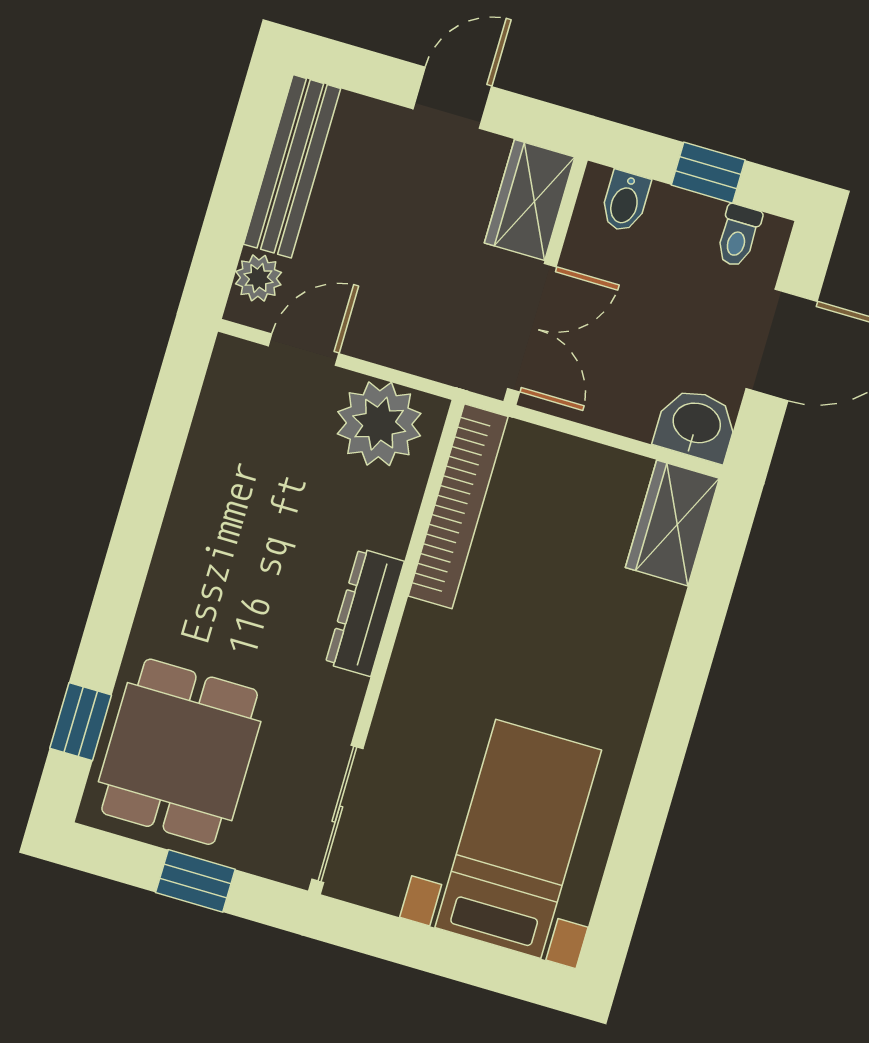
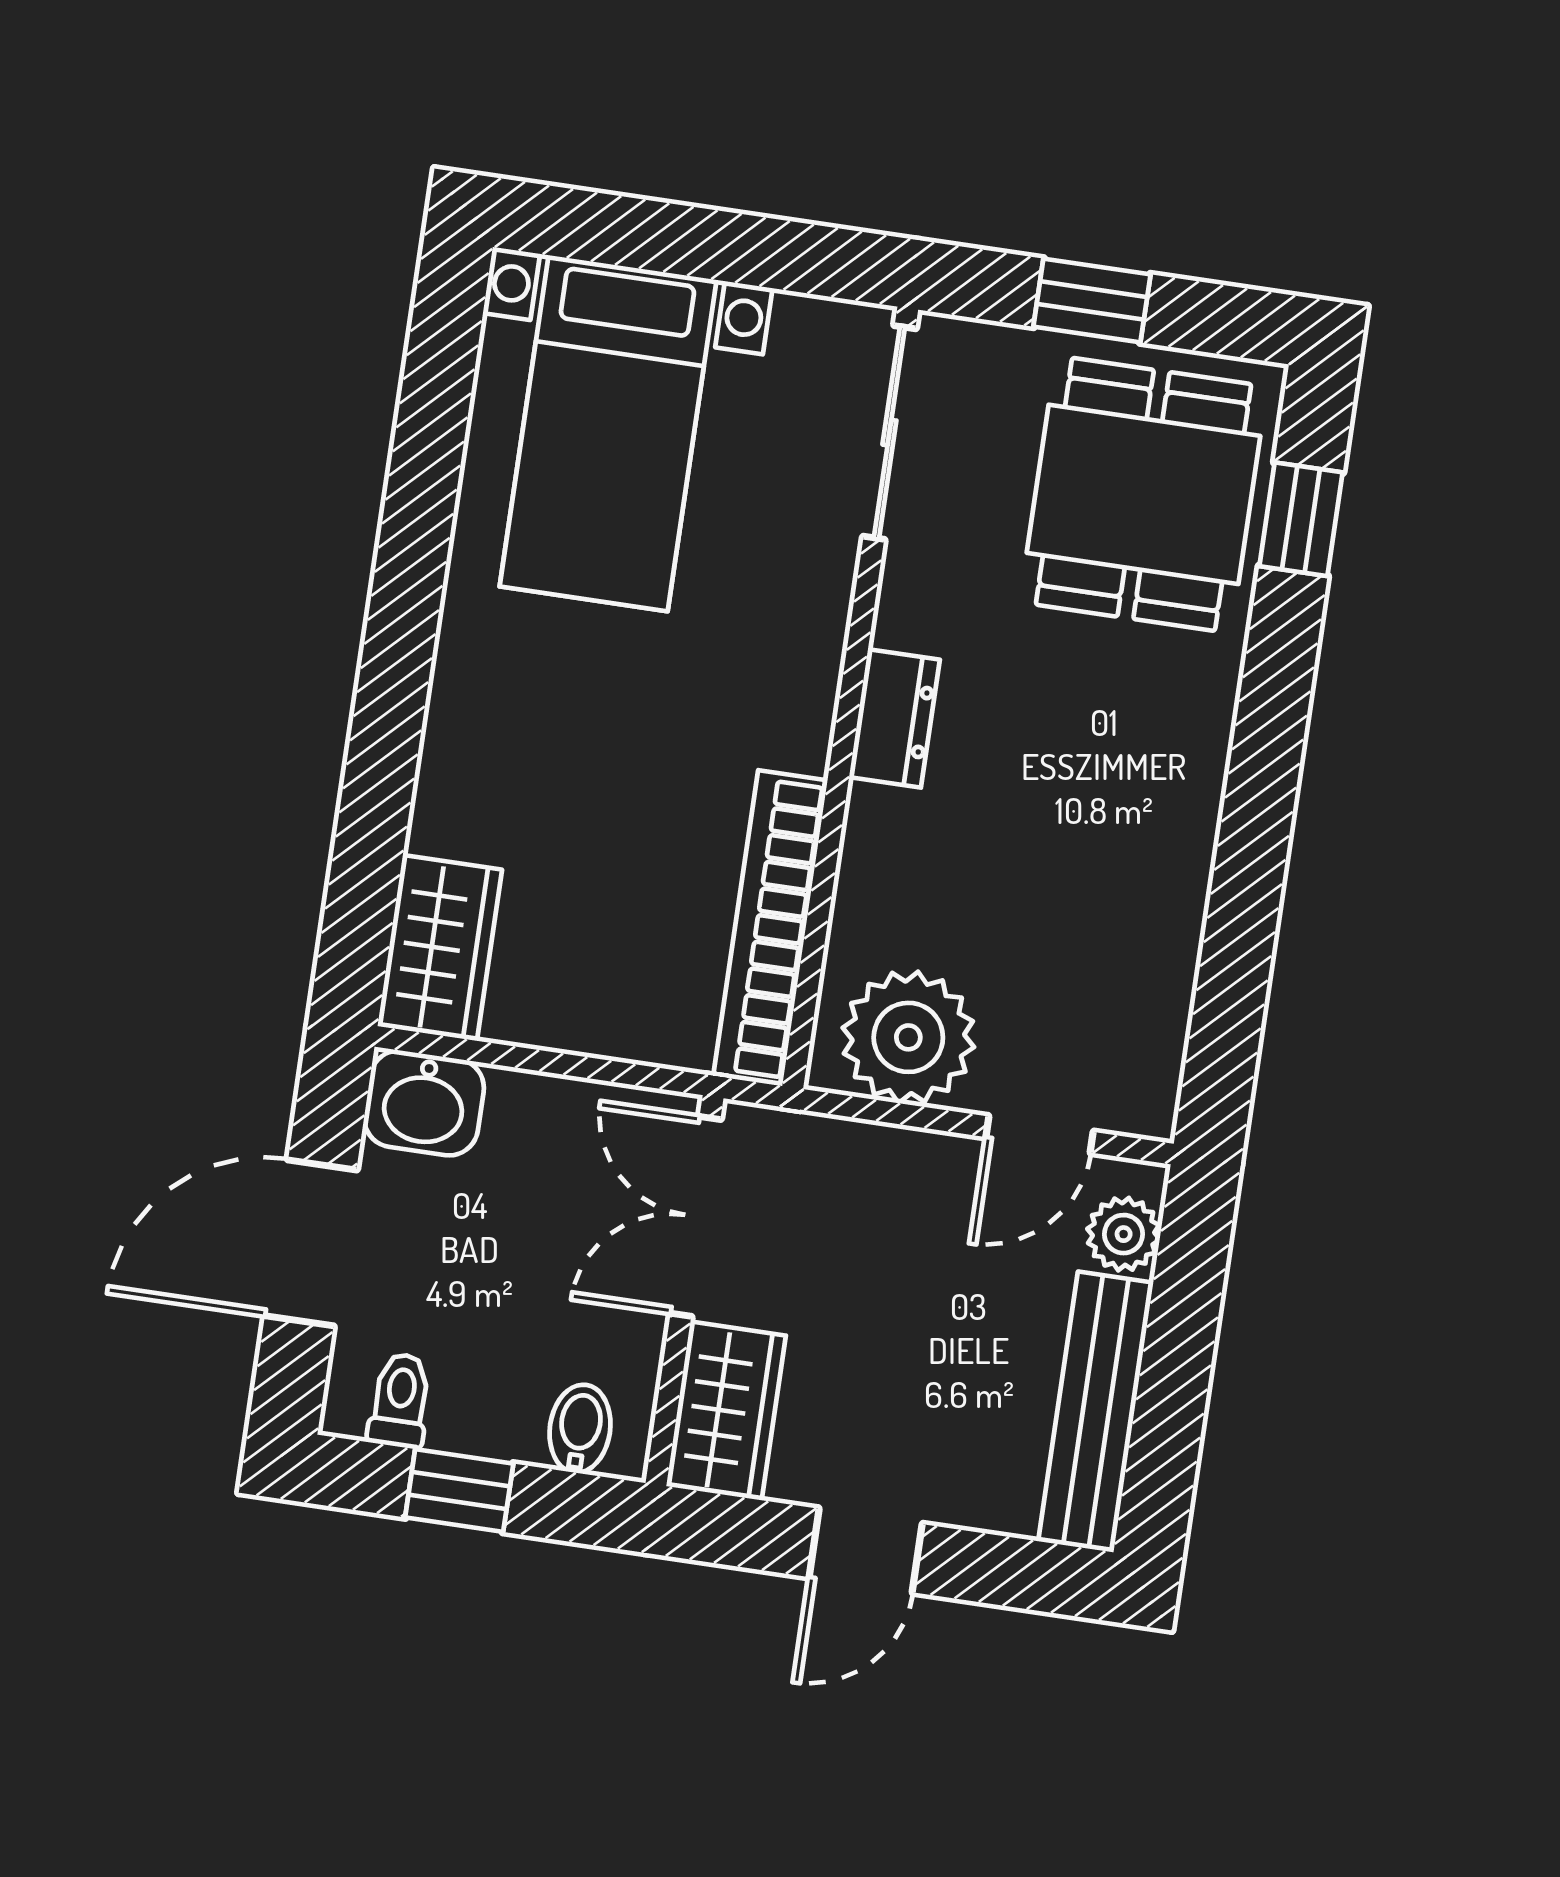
dresser: (365, 612) -> (894, 718), width x0.70

